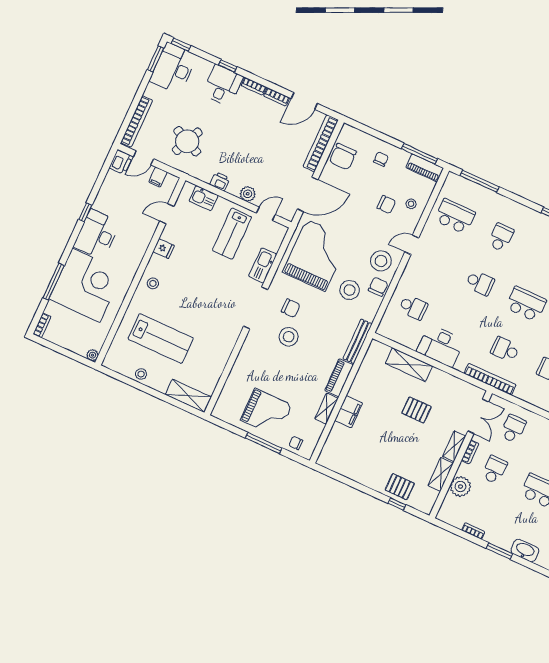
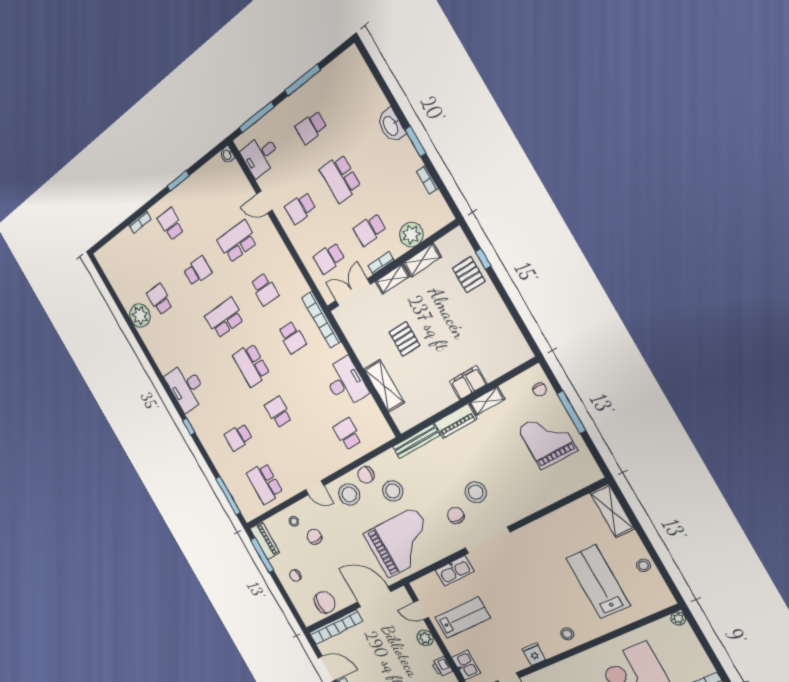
grand piano: (316, 255) -> (402, 543), turned 180

